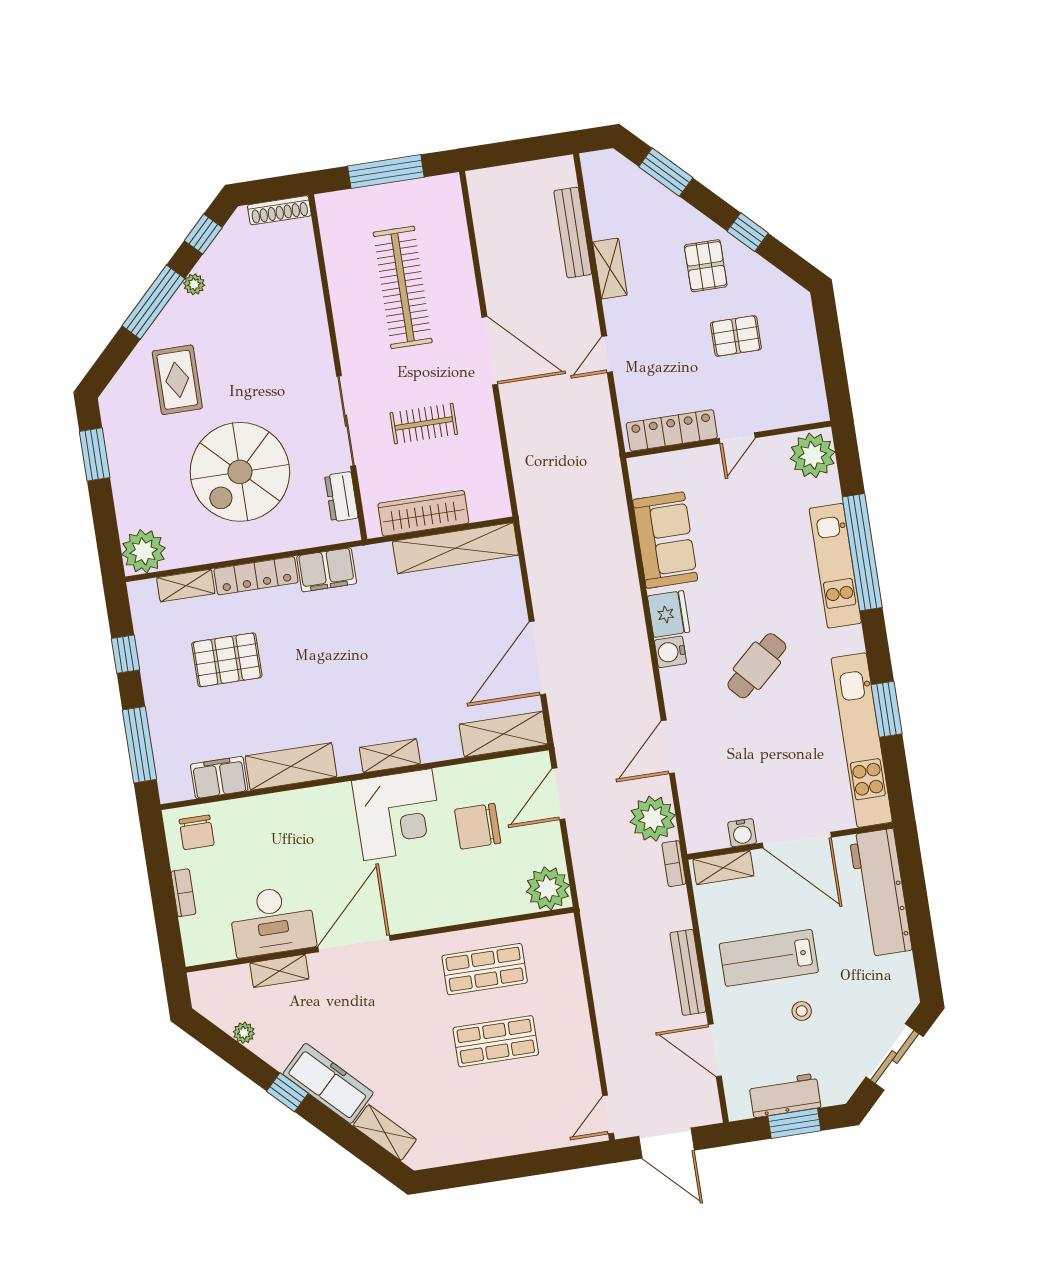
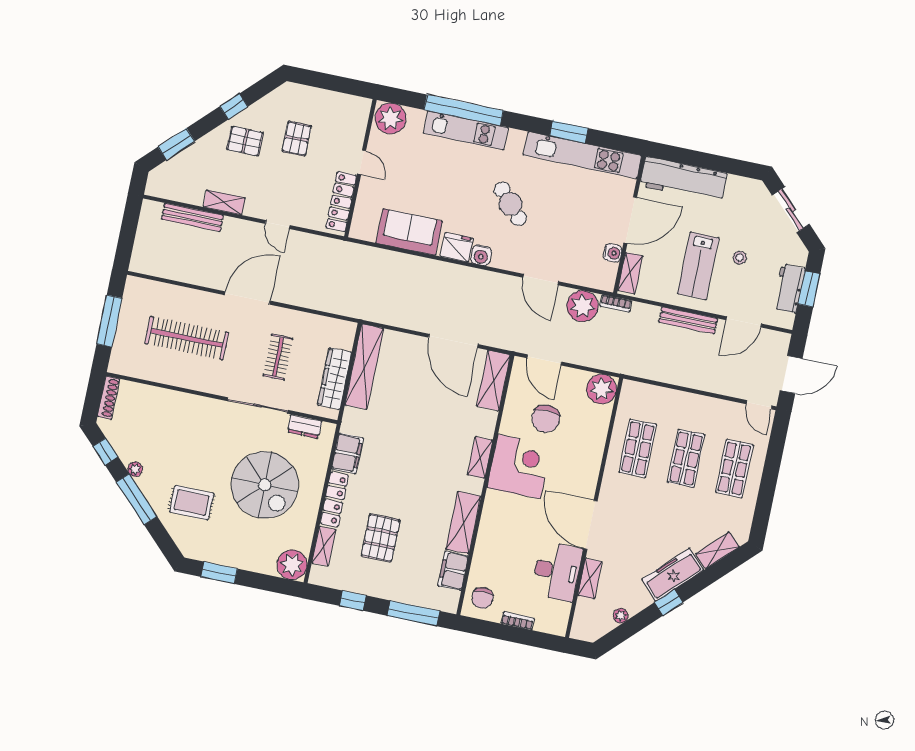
chair: (197, 832) -> (483, 598), turned 90
shop shelf: (507, 1113) -> (734, 468), added

